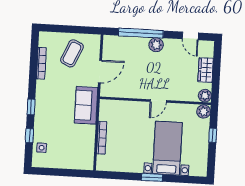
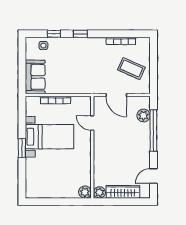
plant: (156, 45) -> (144, 115), moved
wardrobe: (206, 70) -> (123, 192), width x1.50
door: (158, 101) -> (92, 123), moved
sofa: (86, 105) -> (35, 77), moved, turned 90
window: (213, 135) -> (64, 202), removed
bed with nightstands: (167, 148) -> (49, 137), moved

